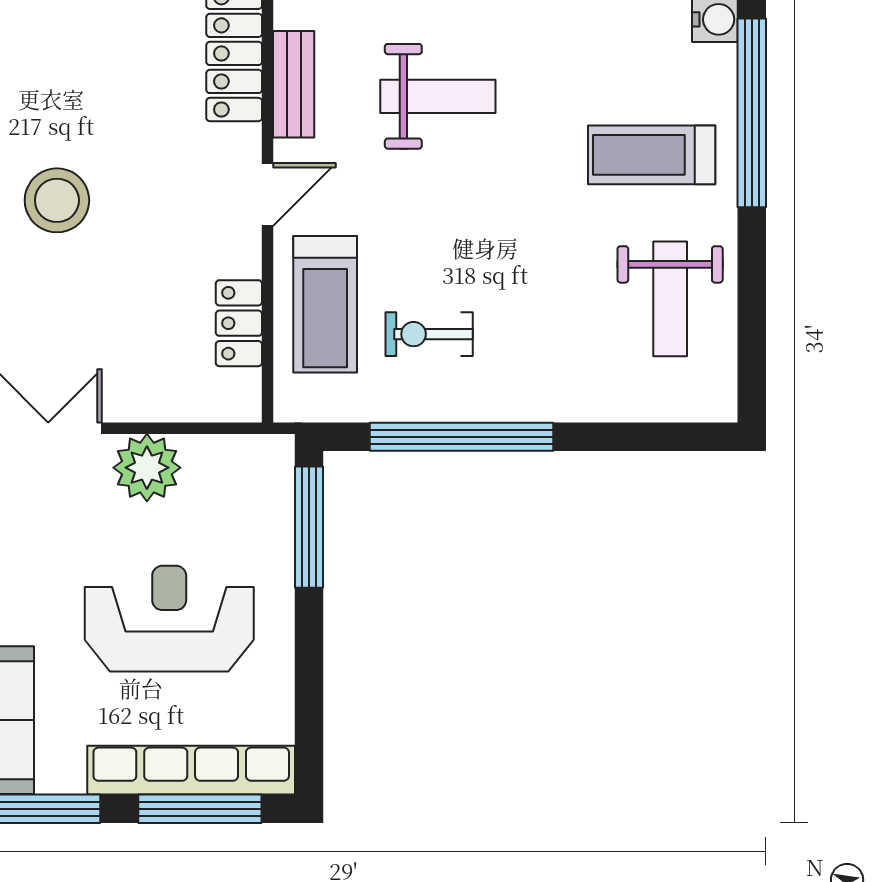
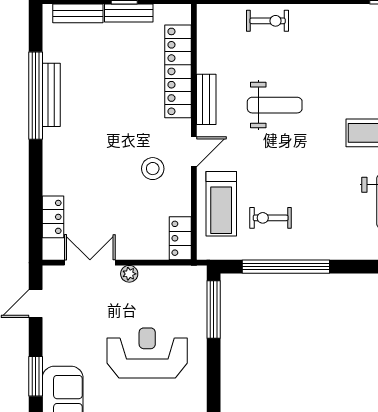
stool: (57, 200) -> (153, 169), moved, width x0.73, depth x0.73
locker: (239, 323) -> (180, 238), moved
plant: (147, 468) -> (129, 274), width x0.53, depth x0.53

